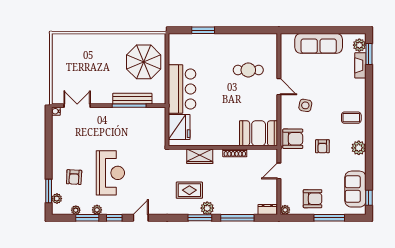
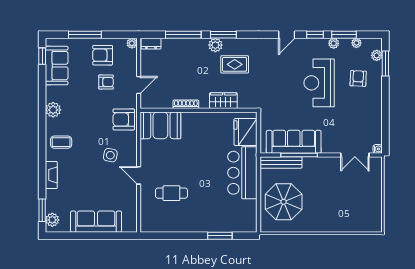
fireplace: (360, 65) -> (51, 175), moved
bench: (132, 99) -> (281, 162), moved
sofa: (134, 118) -> (294, 142), added
armchair: (322, 146) -> (106, 82), moved, turned 90

